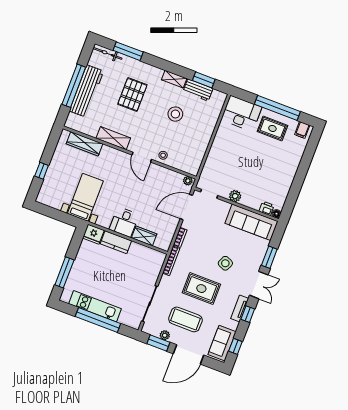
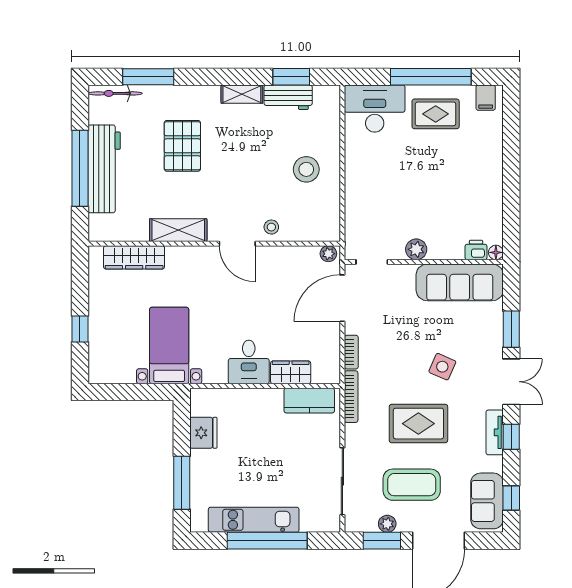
stool: (175, 114) -> (306, 169), moved
fridge: (93, 234) -> (203, 433), moved, turned -90
kitchen counter: (116, 242) -> (309, 401), moved

